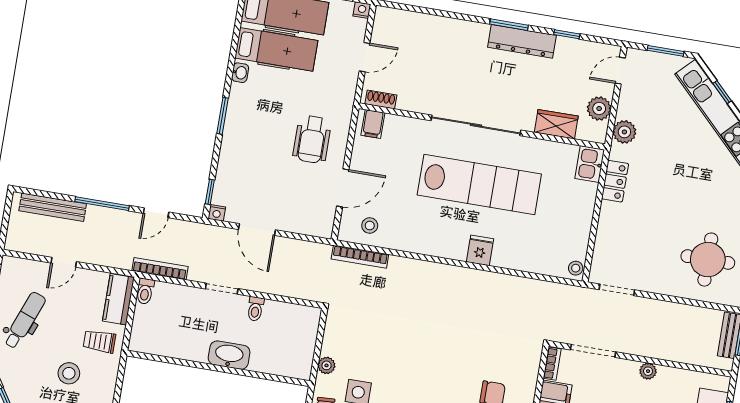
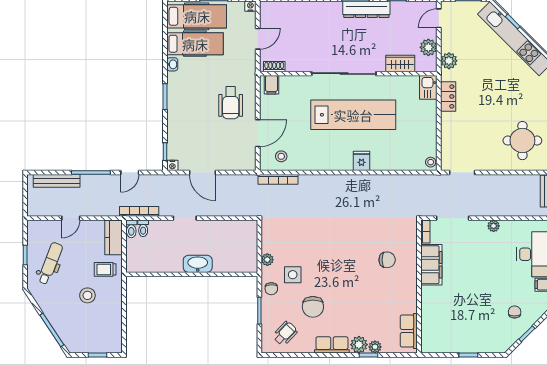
toilet: (255, 309) -> (143, 228), moved

